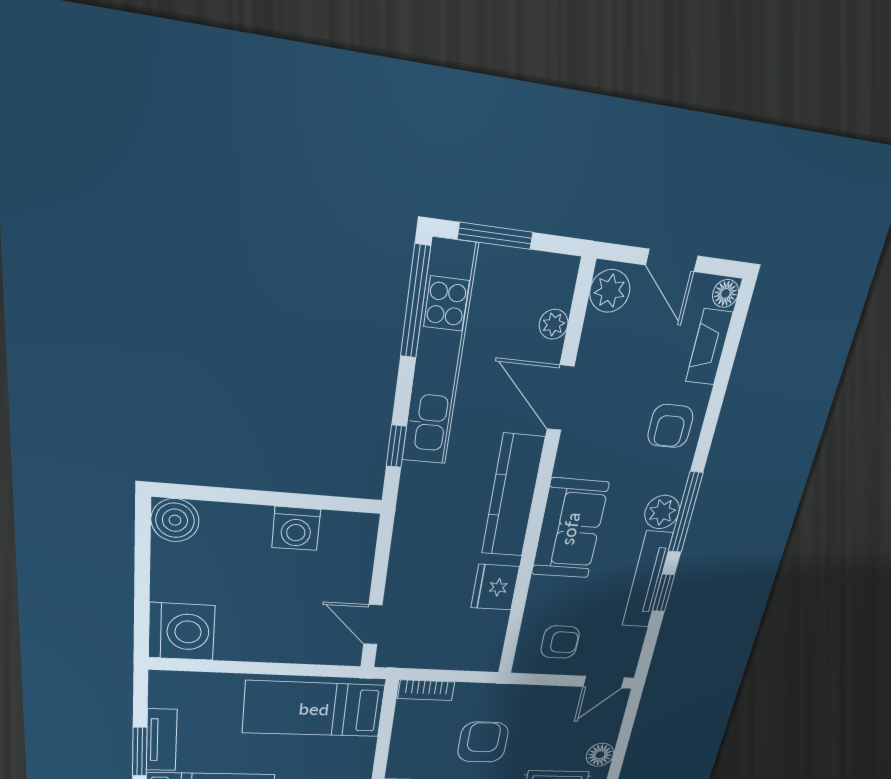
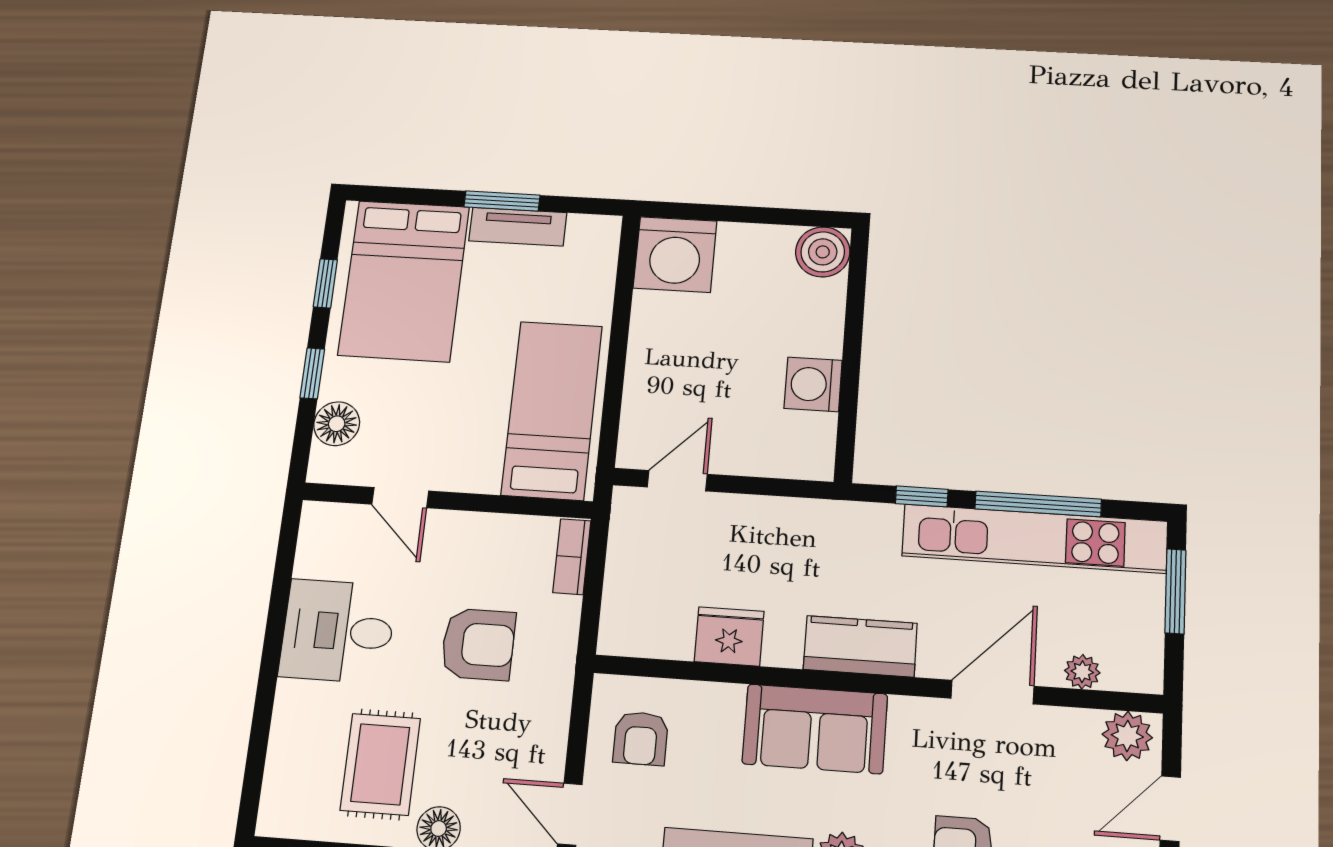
window: (415, 302) -> (1038, 504), moved
kitchen counter: (513, 496) -> (860, 646), width x0.67

